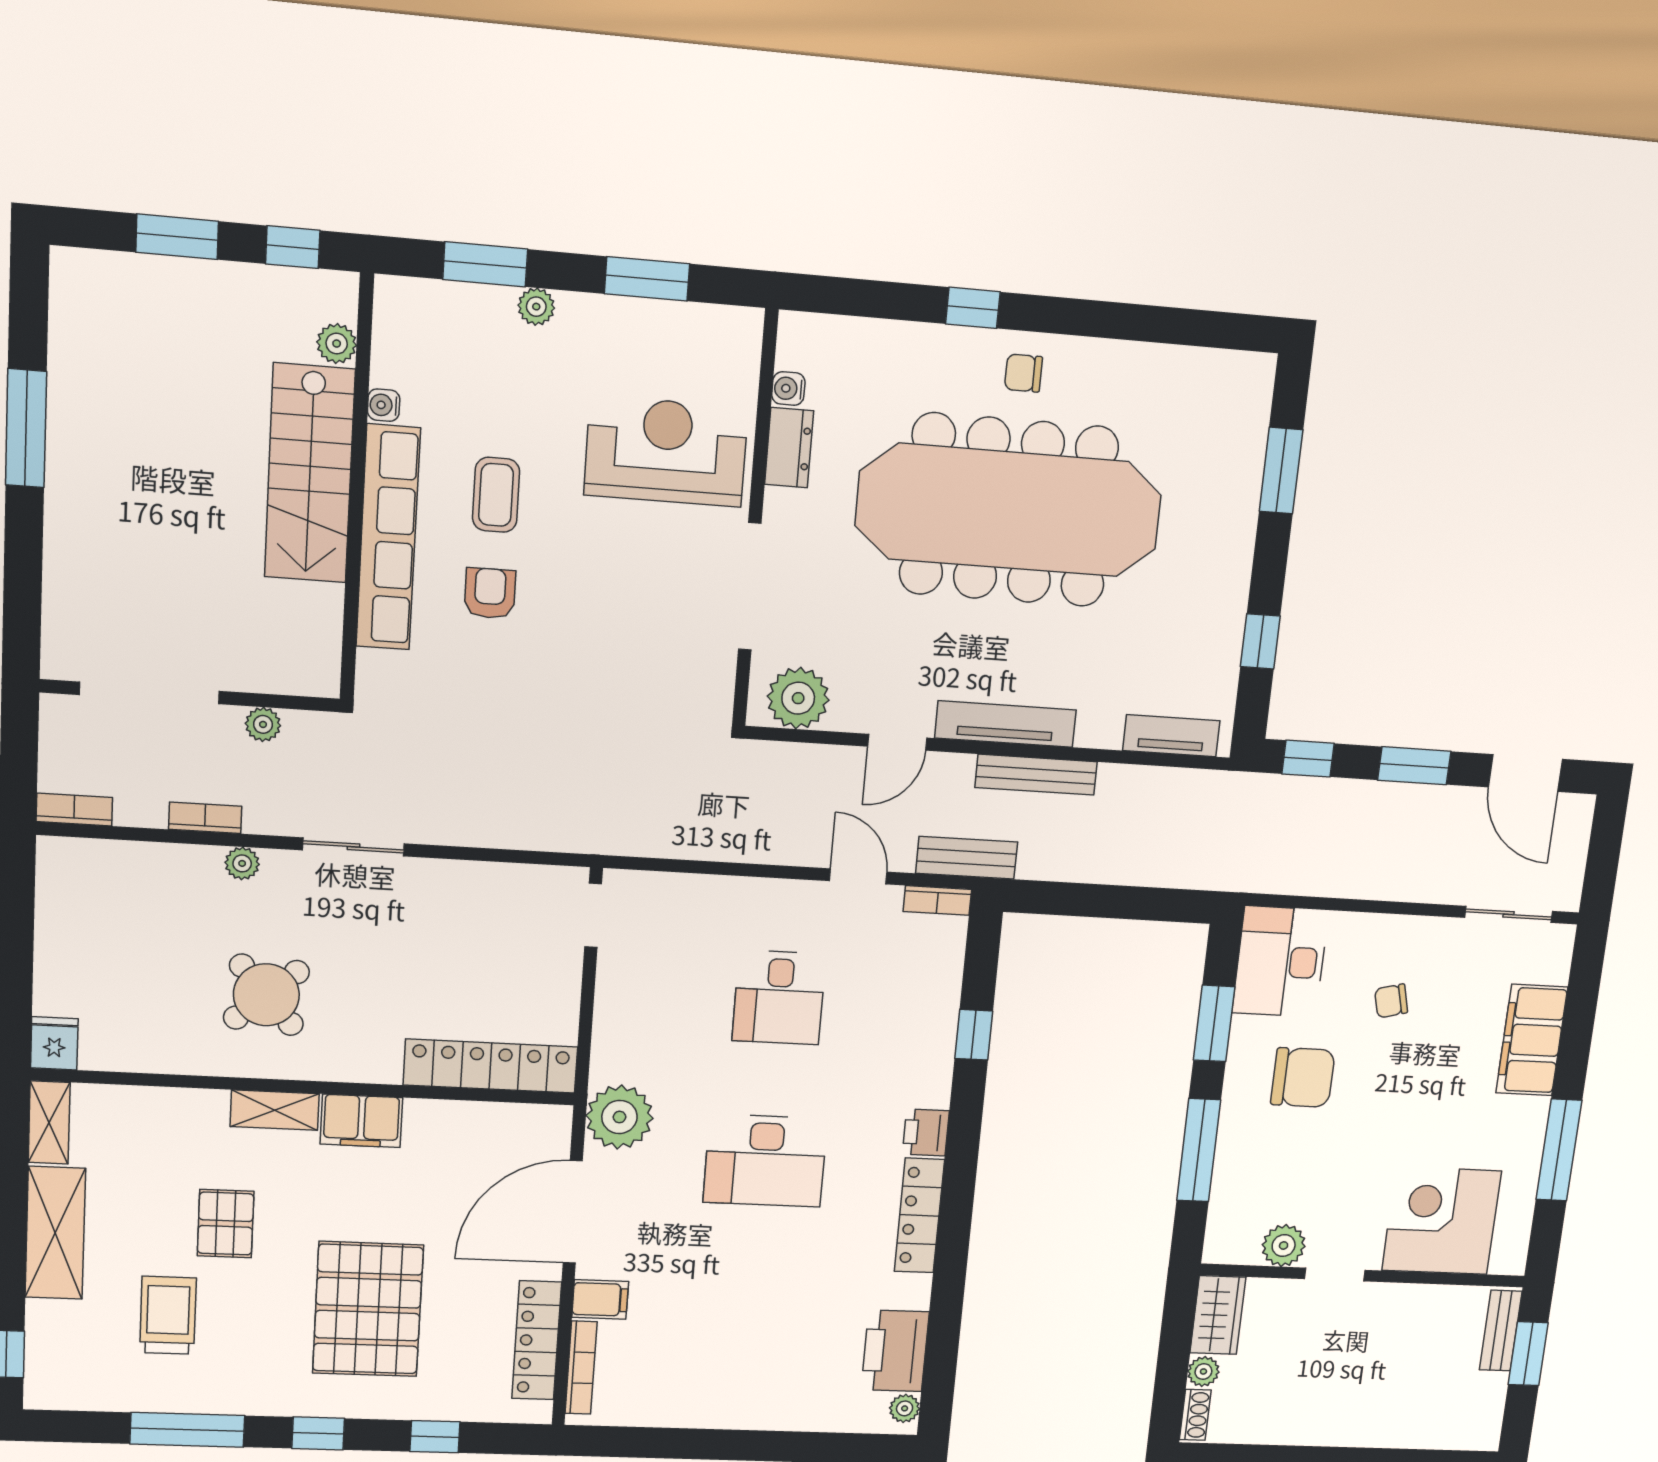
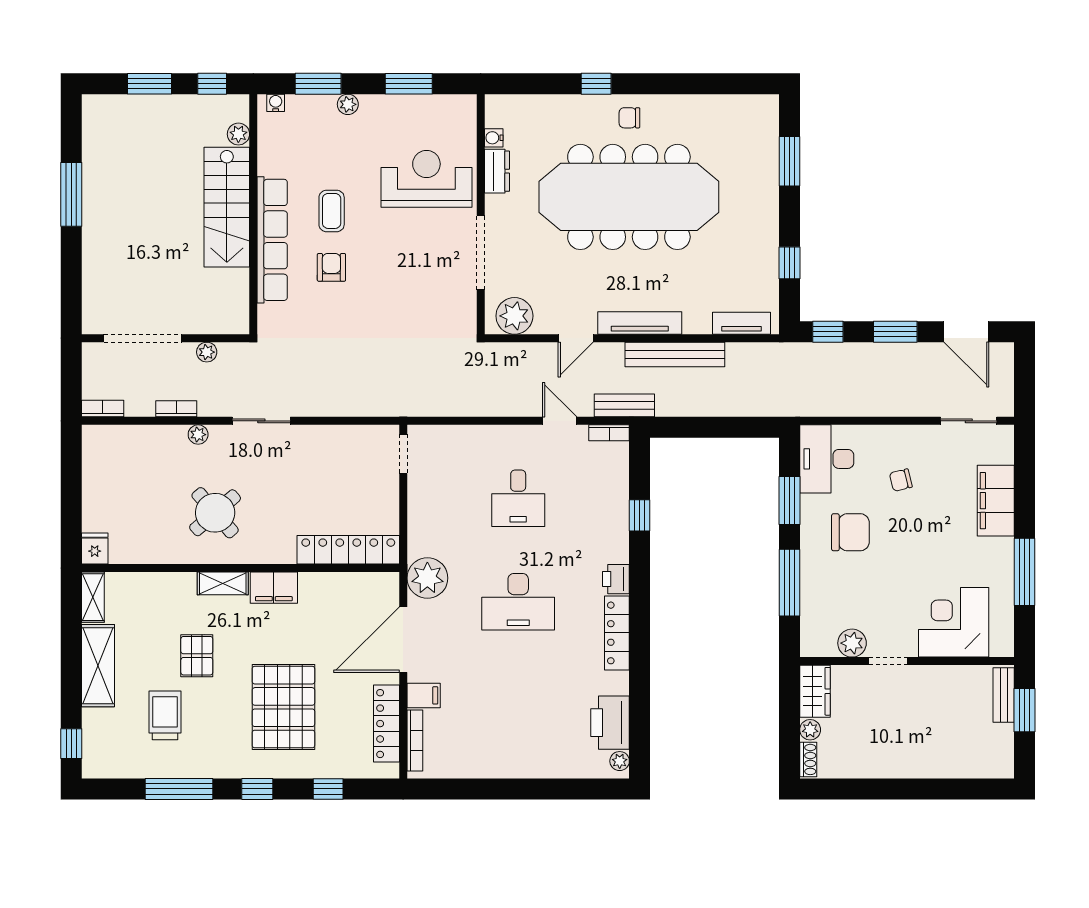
water cooler: (384, 405) -> (276, 103), moved, turned 90
bench: (1036, 775) -> (675, 354), width x1.37, depth x1.21

